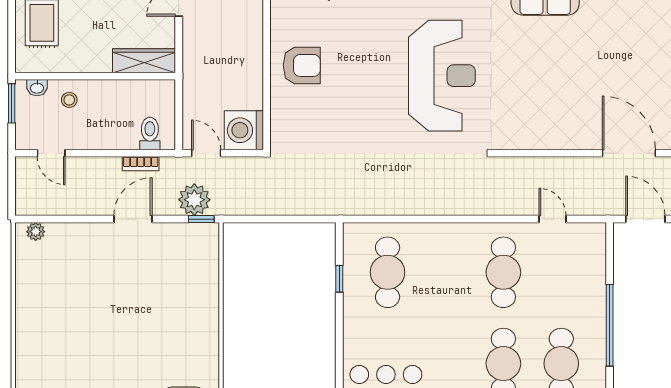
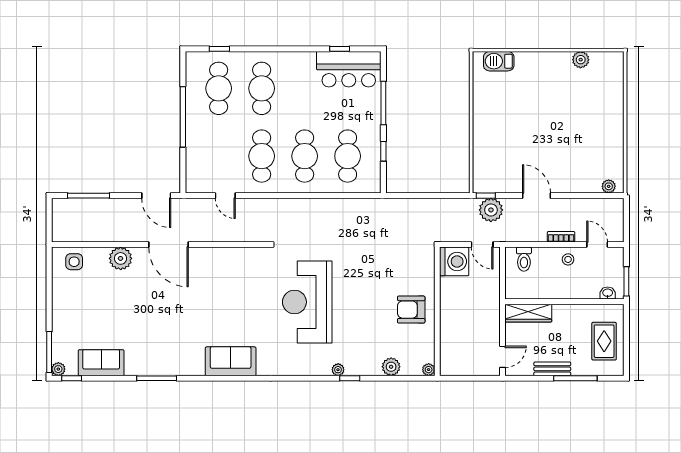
stool: (69, 100) -> (568, 259), moved
bookcase: (141, 164) -> (561, 237), moved
door: (133, 219) -> (536, 196), swing flipped
cafe table: (445, 272) -> (305, 156), added
window: (339, 344) -> (383, 103), added

